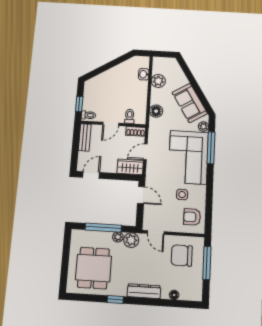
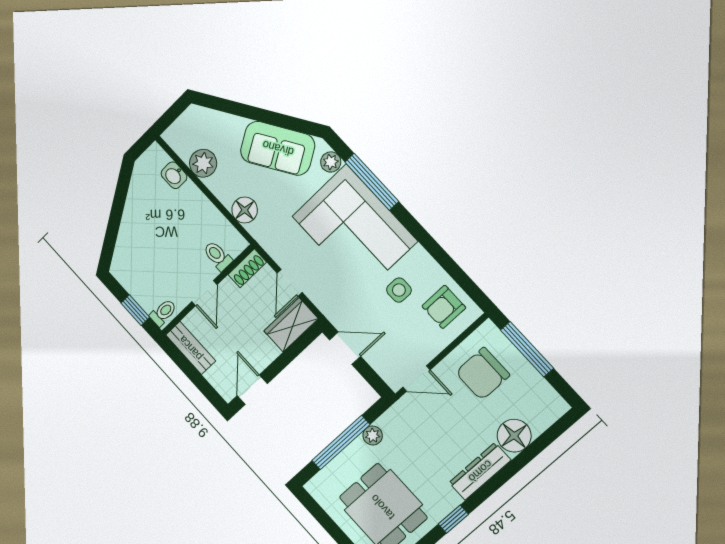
plant: (131, 240) -> (394, 422), removed
floor lamp: (174, 295) -> (514, 436), width x1.89, depth x1.89

